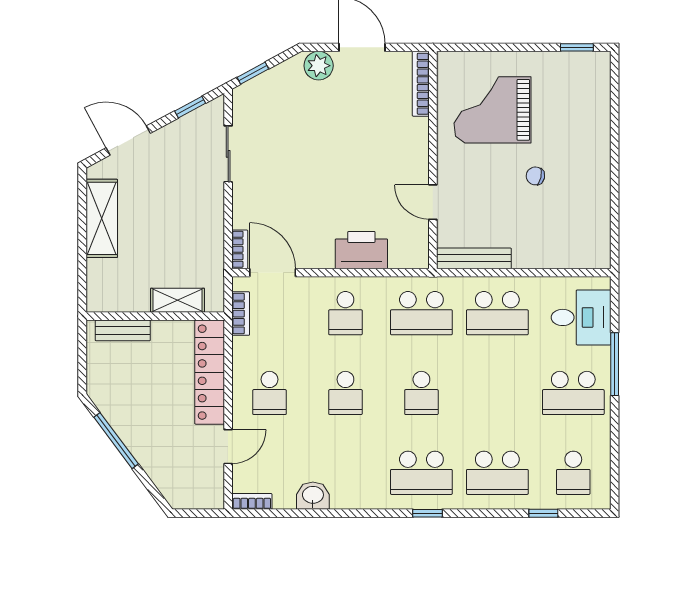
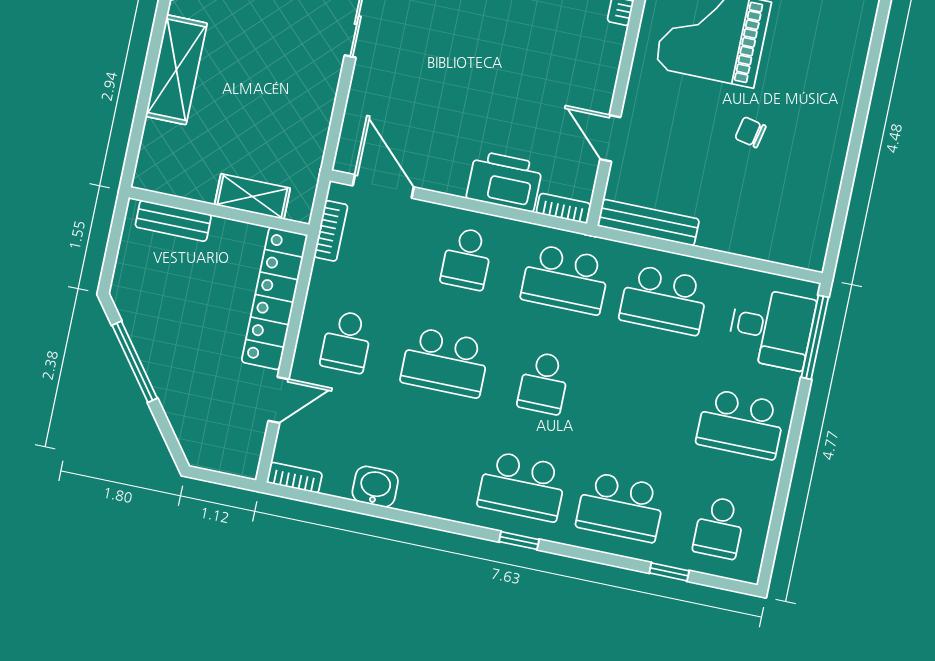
bookcase: (240, 249) -> (563, 208), moved, turned -90
window: (615, 364) -> (815, 337), moved
school desk: (345, 393) -> (445, 362), width x1.85

